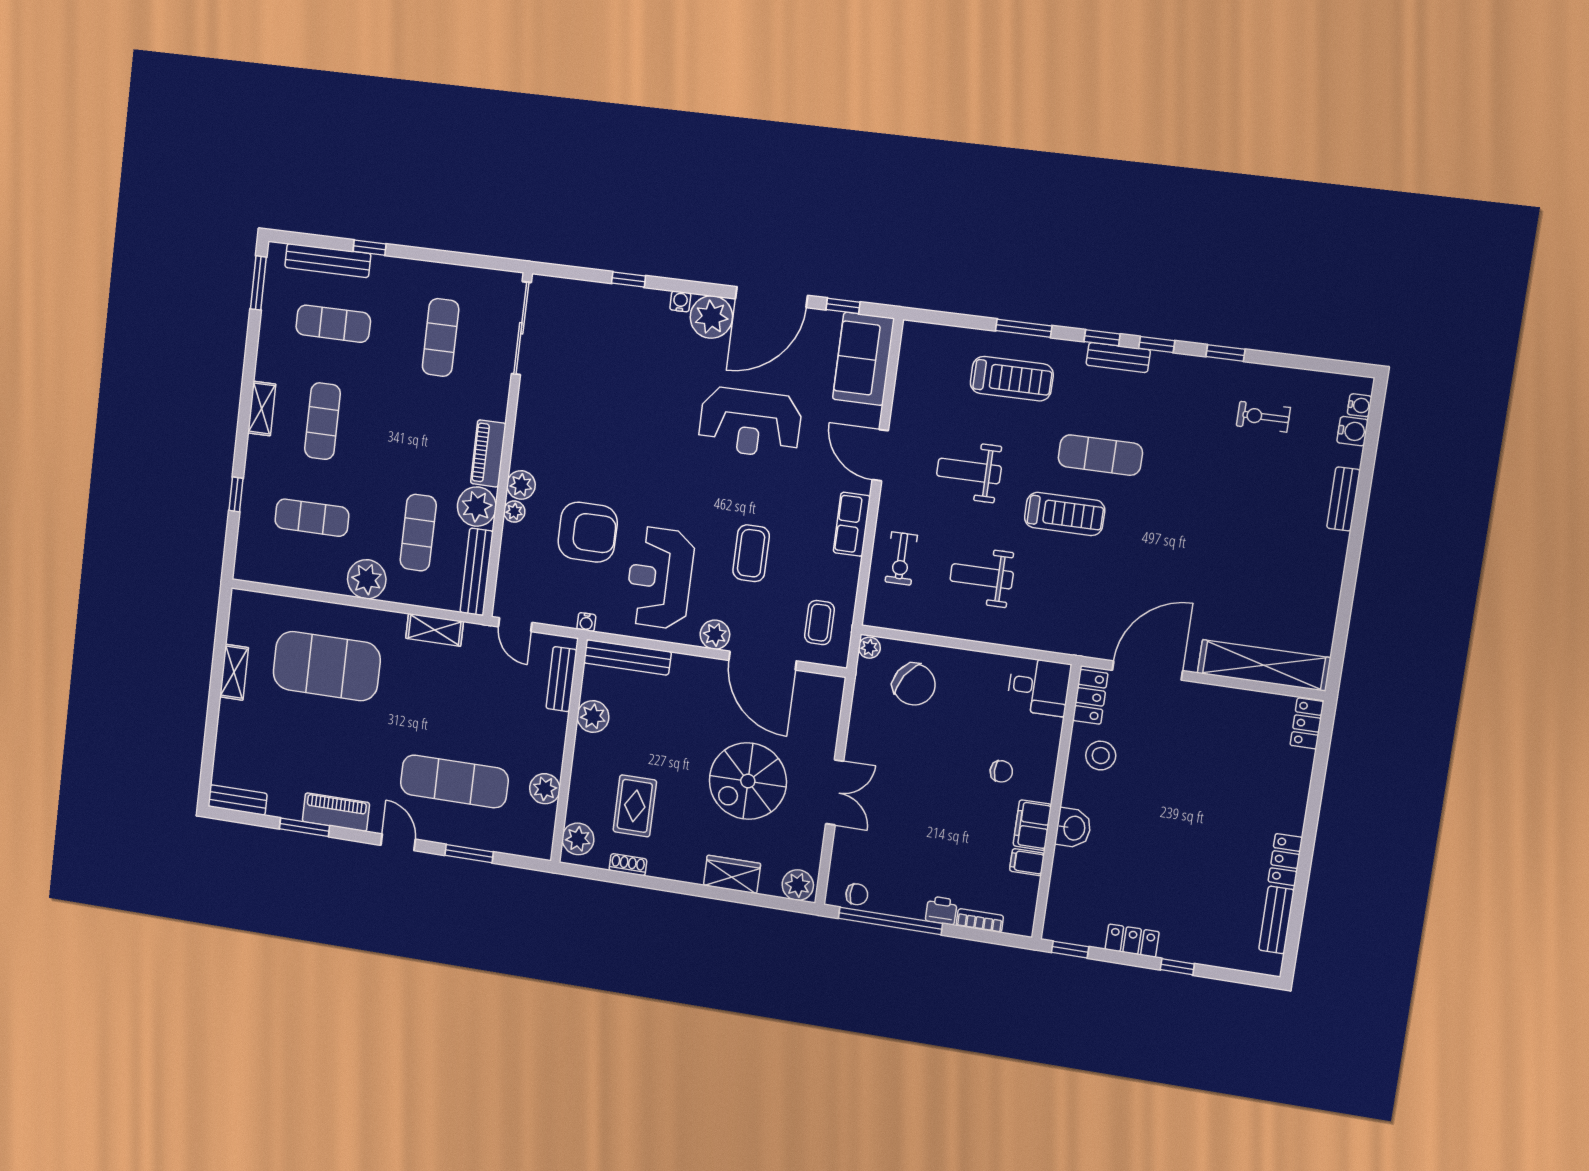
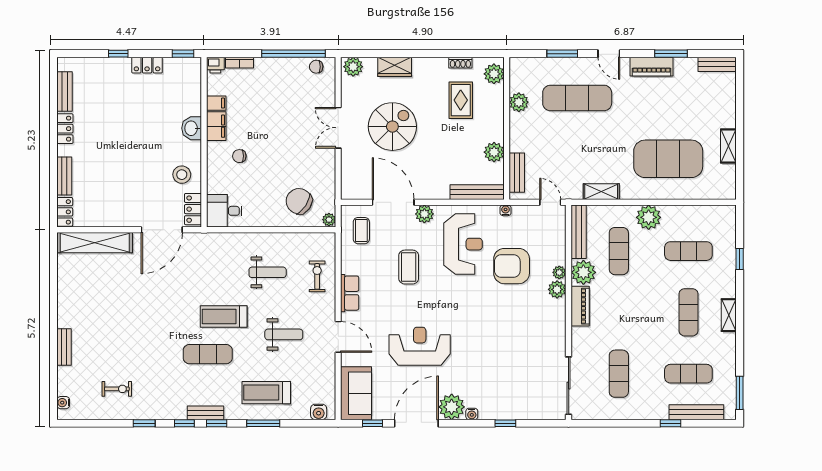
water cooler: (1352, 431) -> (319, 412), moved, turned -90
bench: (1299, 782) -> (64, 176), added
printer: (941, 910) -> (215, 65), moved

